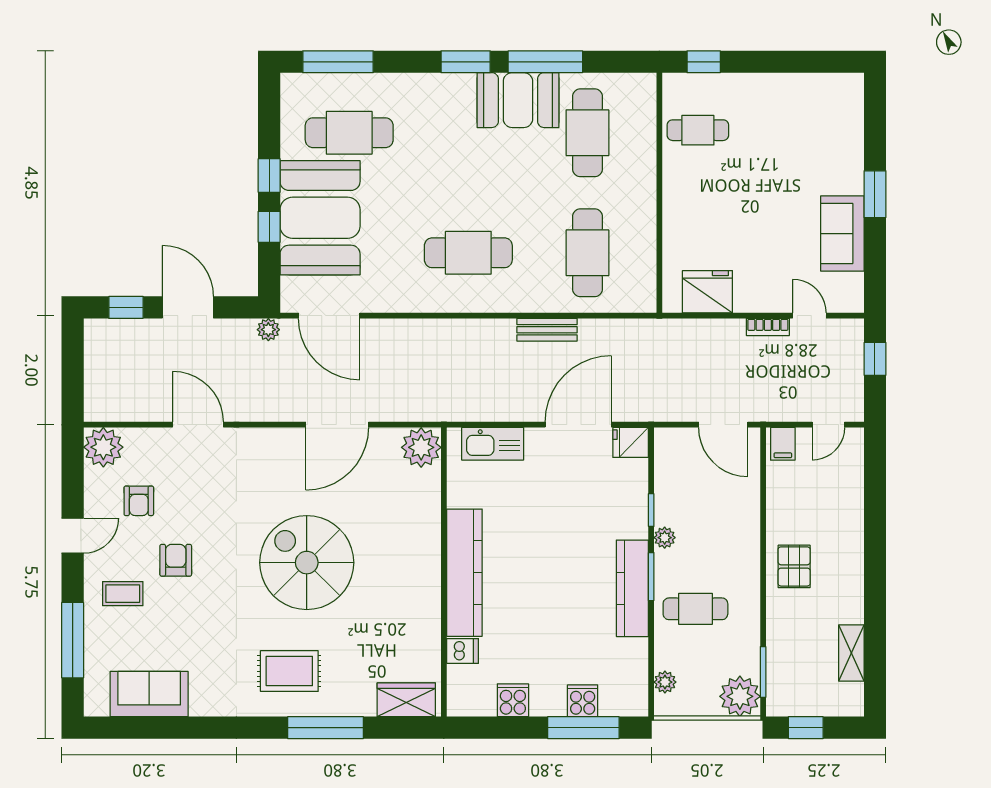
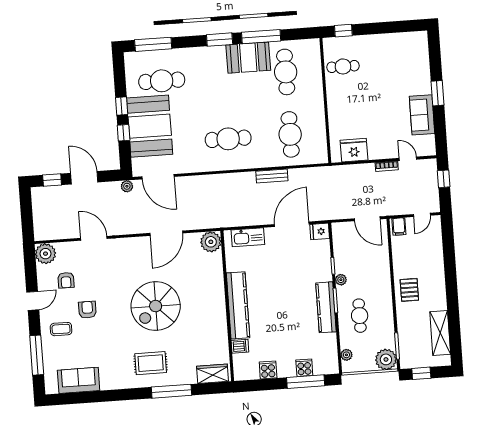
spiral stairs: (307, 563) -> (156, 306), turned -90
cafe table: (695, 609) -> (360, 316), turned 90
shelving: (851, 653) -> (440, 333), width x1.50, depth x1.33

